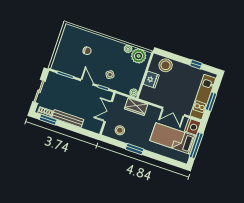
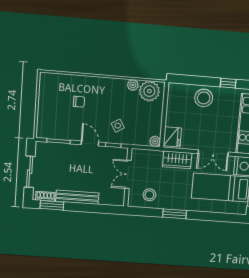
stool: (166, 65) -> (204, 98), moved
fridge: (151, 80) -> (172, 137), moved
wardrobe: (136, 107) -> (177, 160), moved

